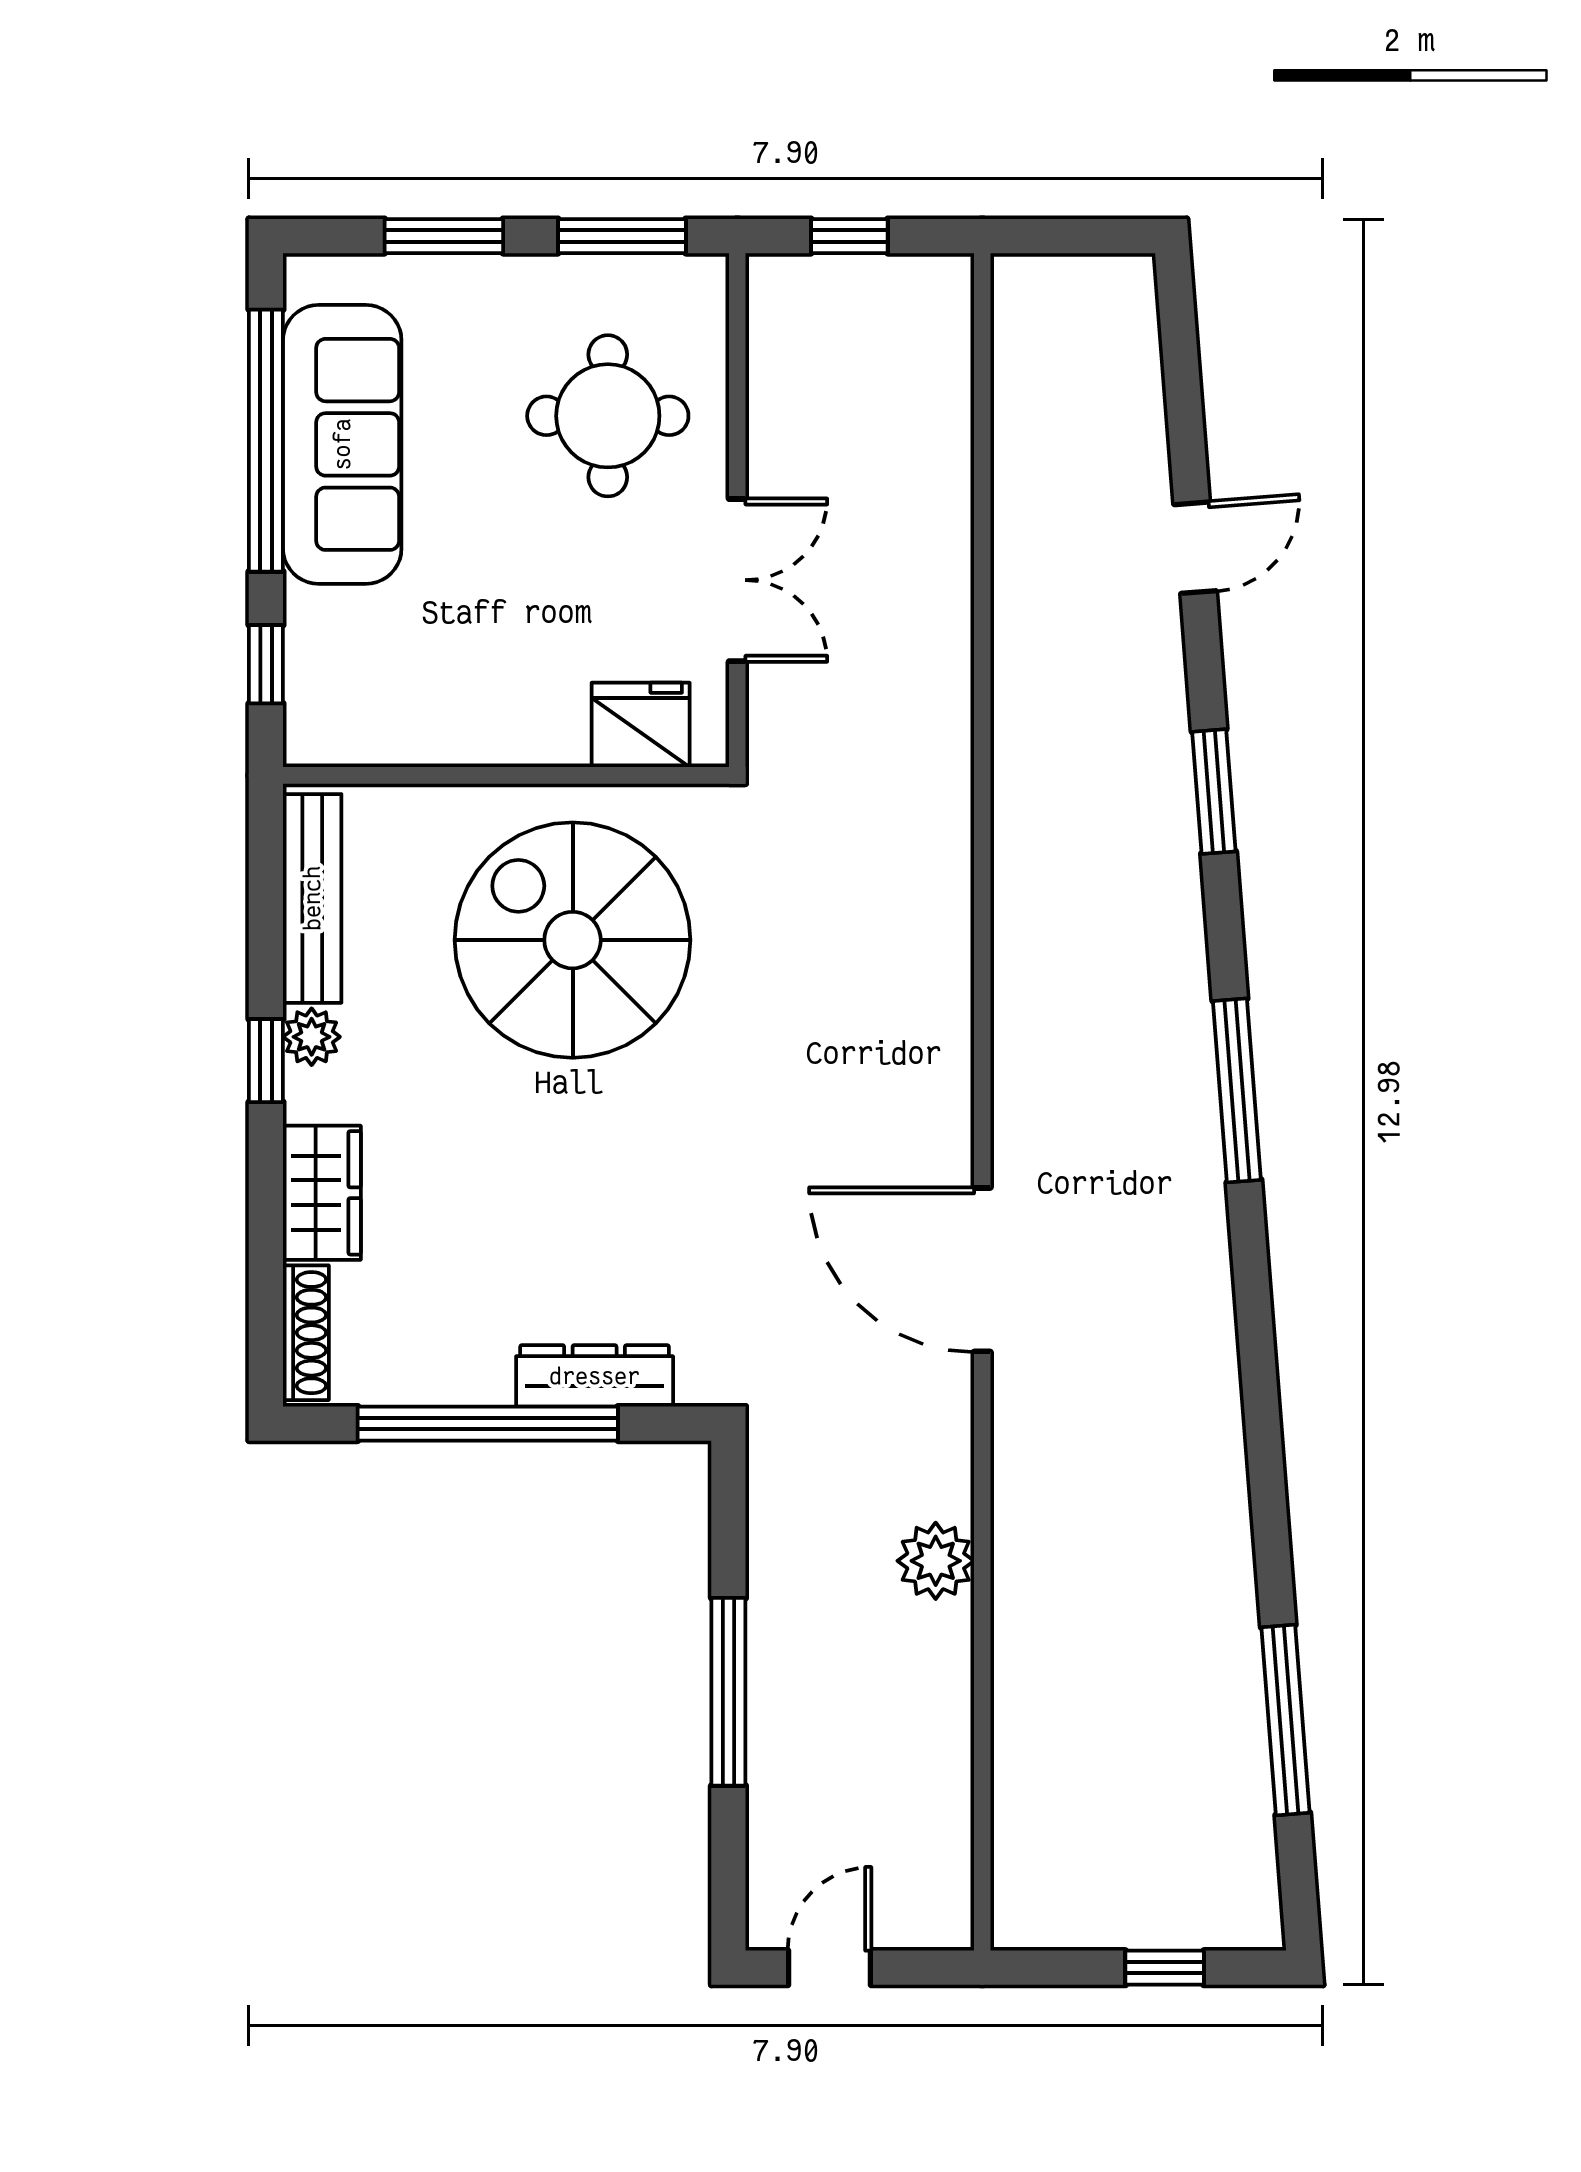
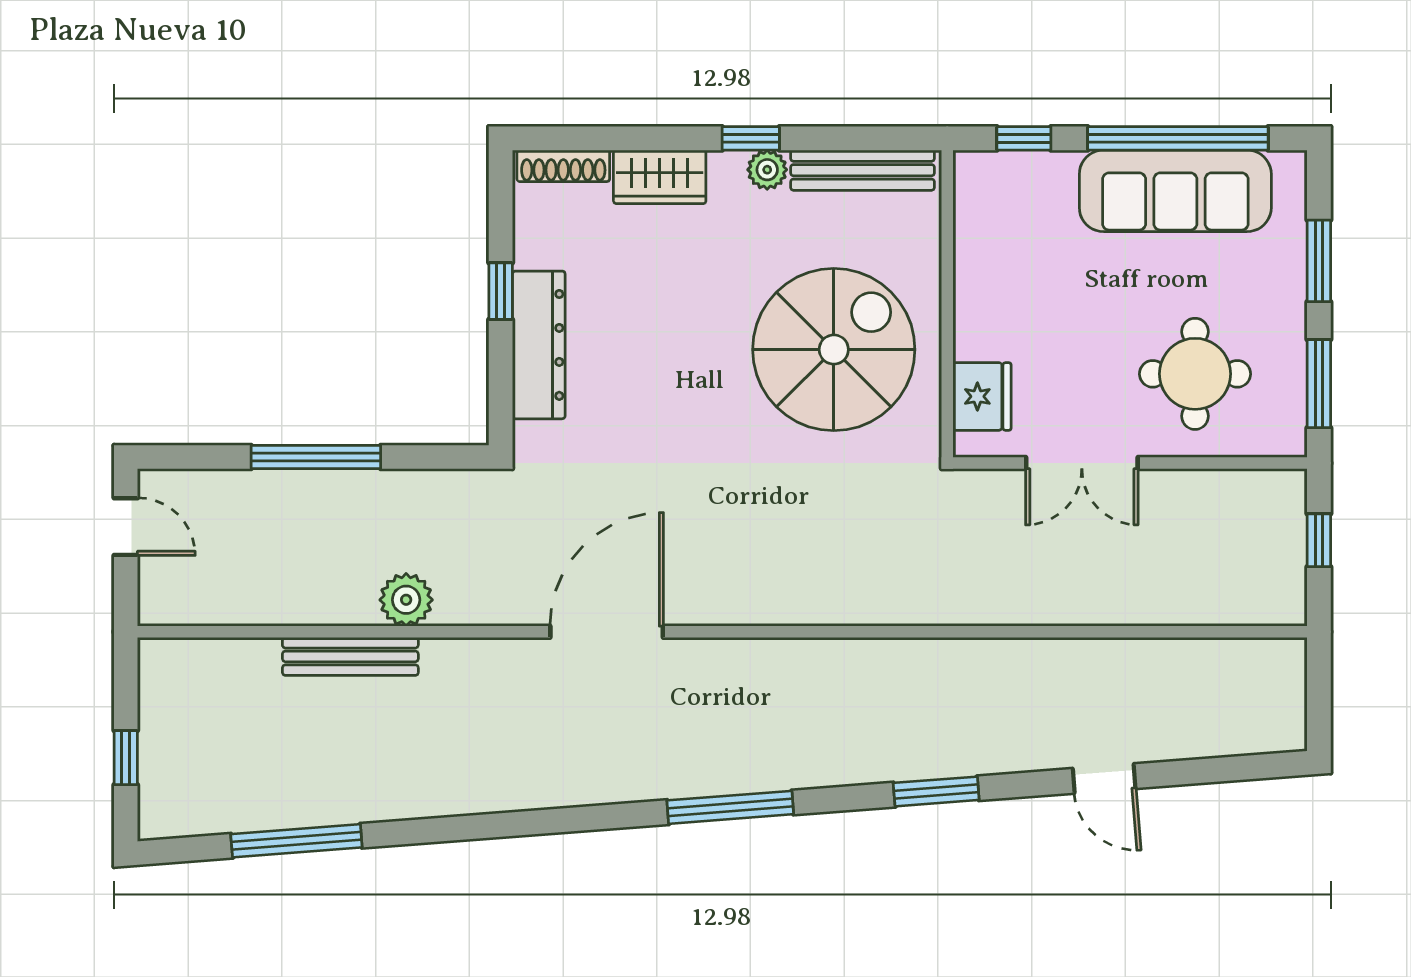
dresser: (595, 1376) -> (539, 345), width x1.37, depth x1.24
window: (488, 1424) -> (501, 291), width x0.32
bench: (1018, 1642) -> (350, 656), added

